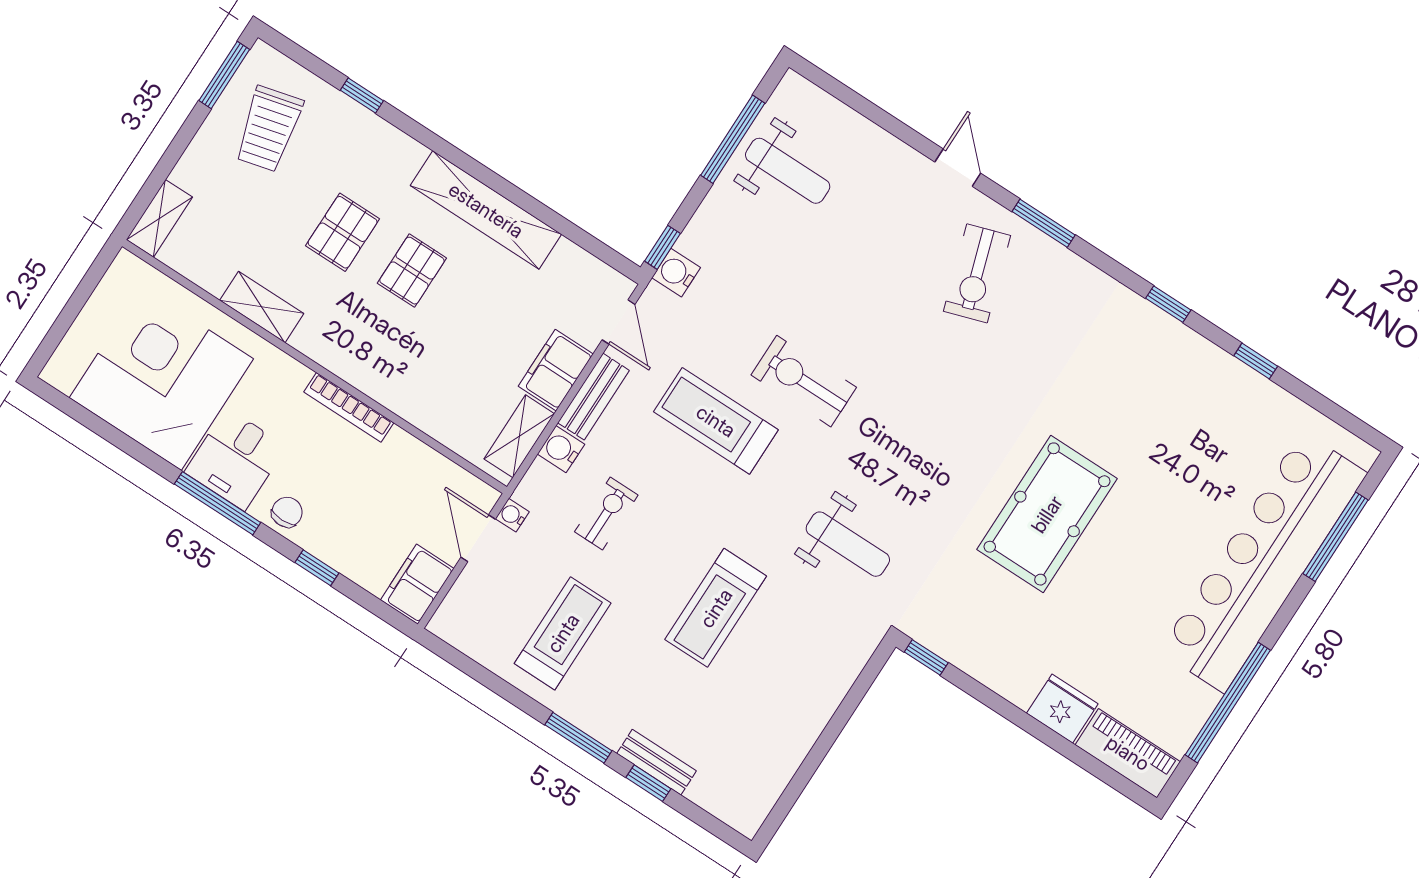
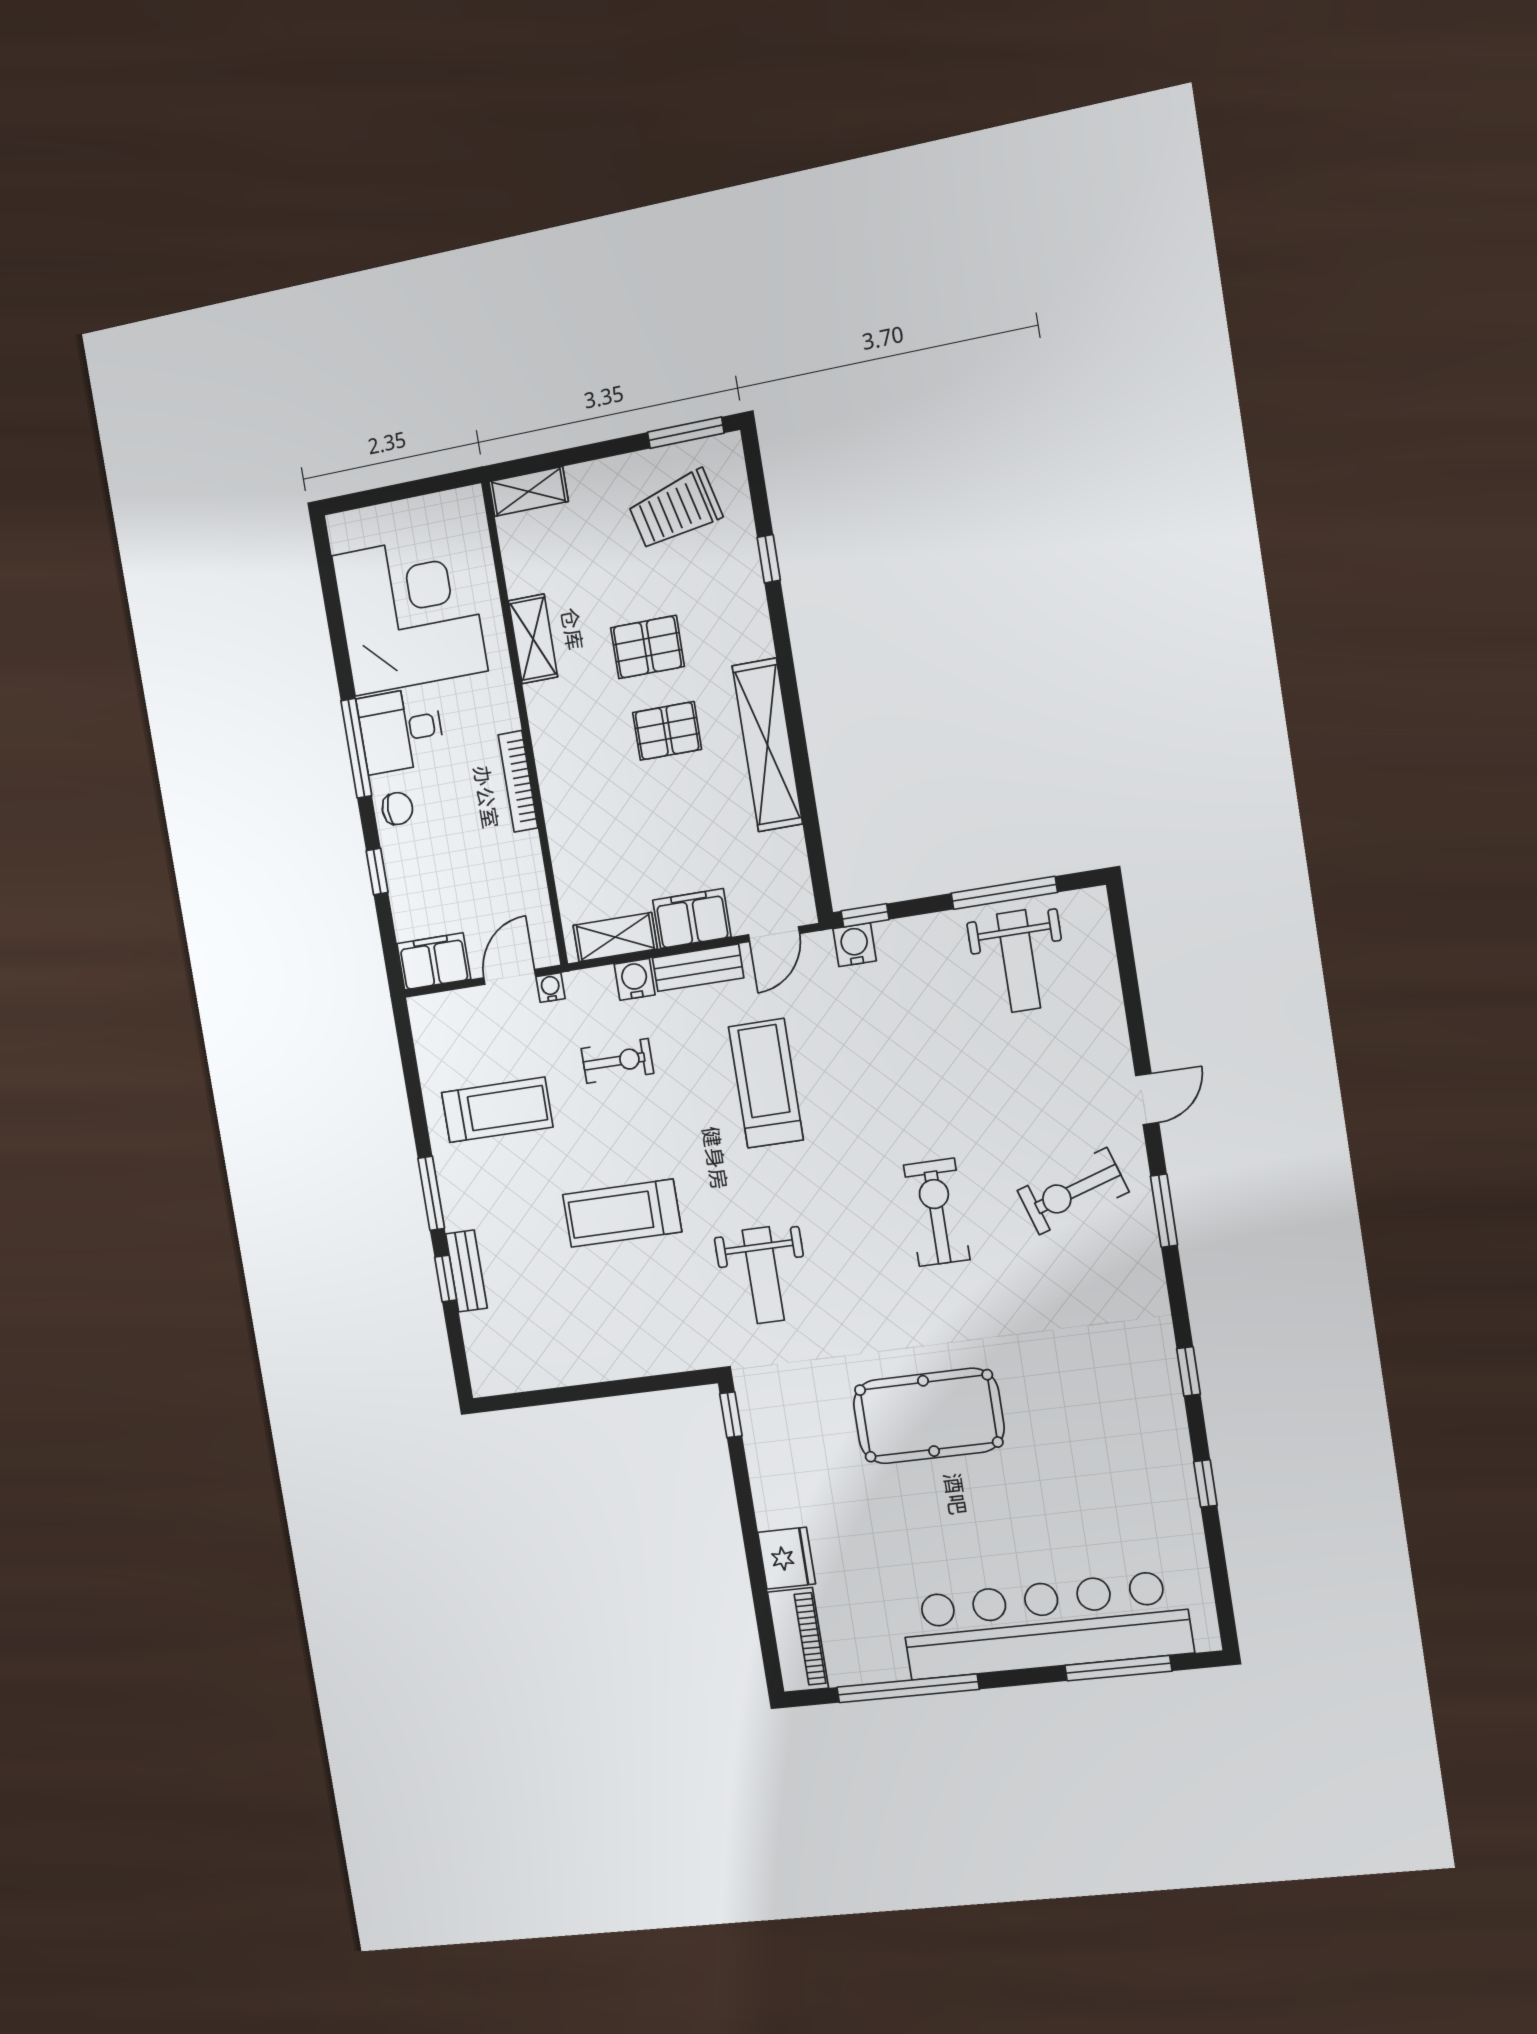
exercise bike: (804, 381) -> (937, 1212), moved

